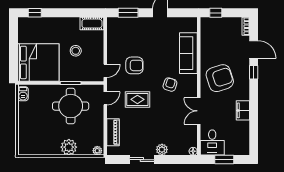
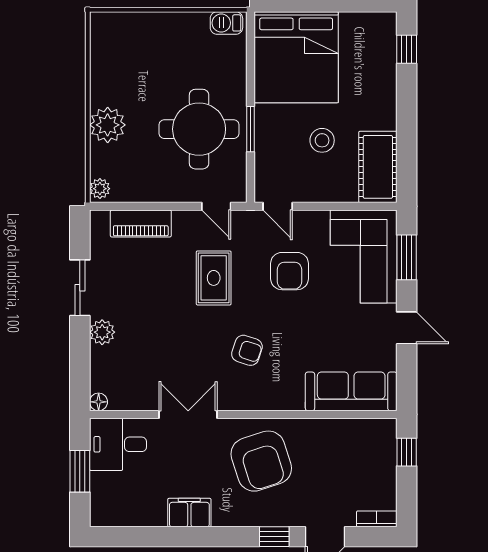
cot: (92, 24) -> (378, 167), width x1.37, depth x1.34
corner sofa: (128, 32) -> (364, 257), added
sofa: (188, 53) -> (351, 391), moved

